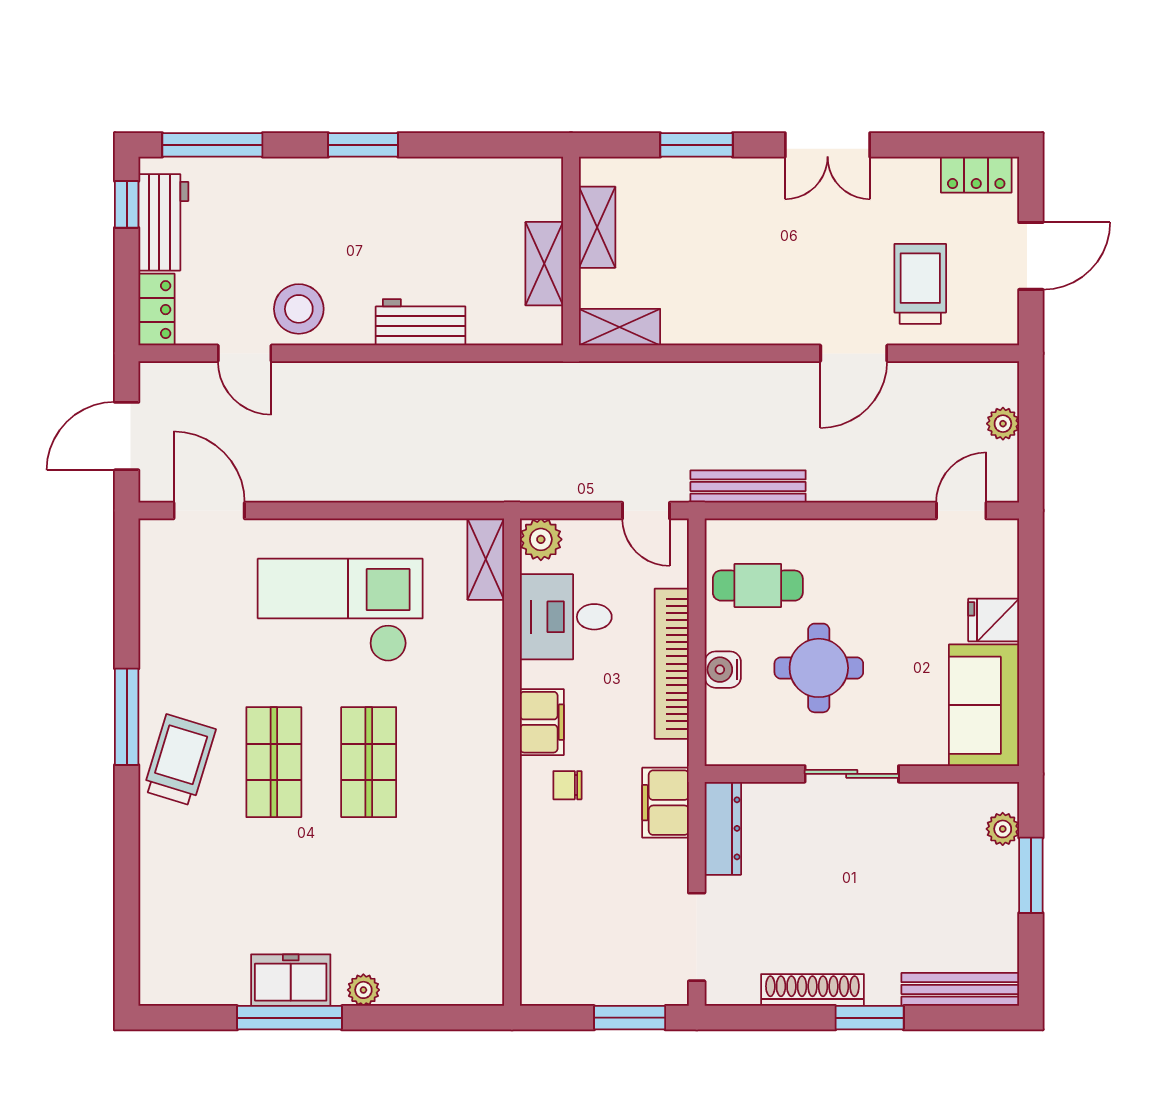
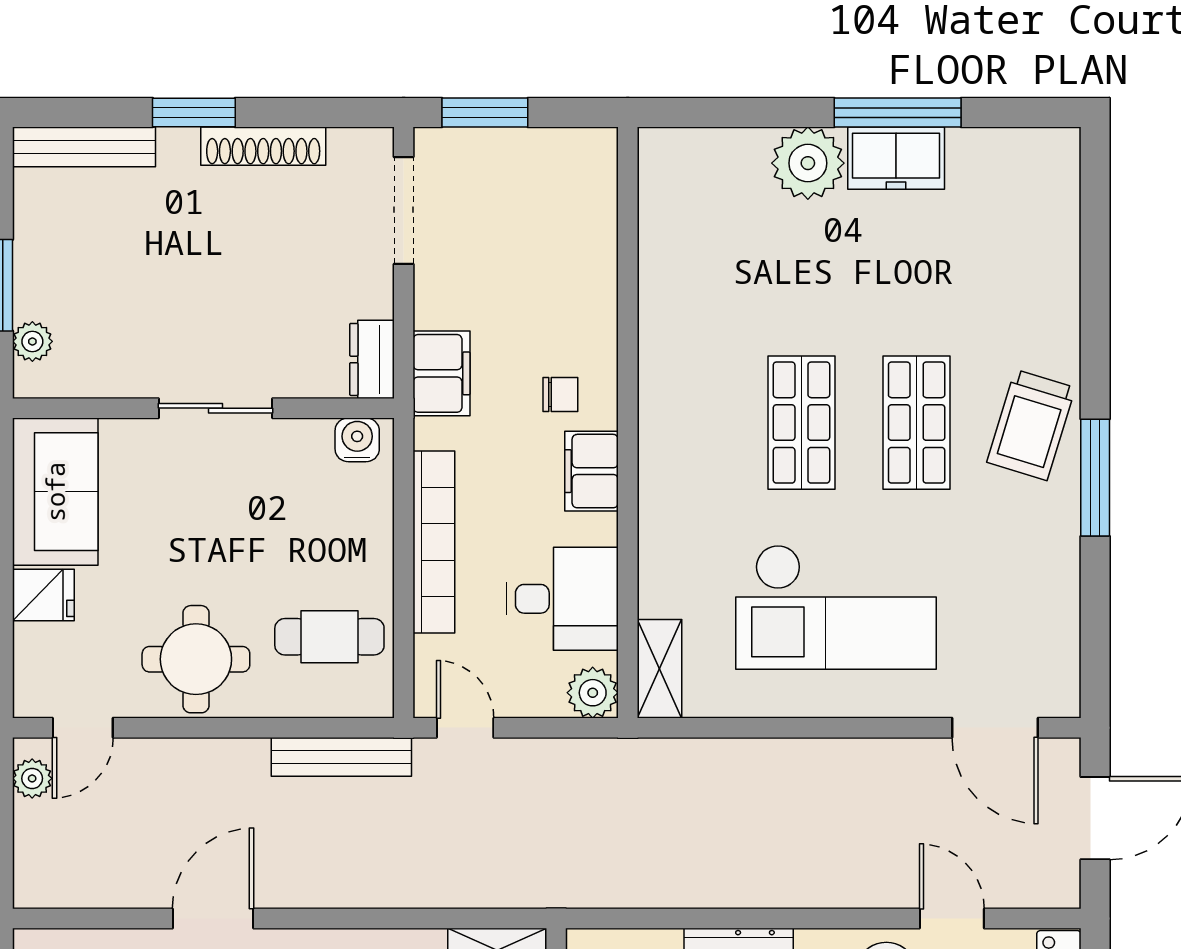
plant: (1003, 424) -> (32, 778), moved
round table: (819, 668) -> (196, 659), moved
water cooler: (723, 670) -> (357, 440), moved, turned -90
dresser: (723, 828) -> (372, 359), width x0.70
plant: (363, 990) -> (808, 163), width x1.88, depth x1.88

